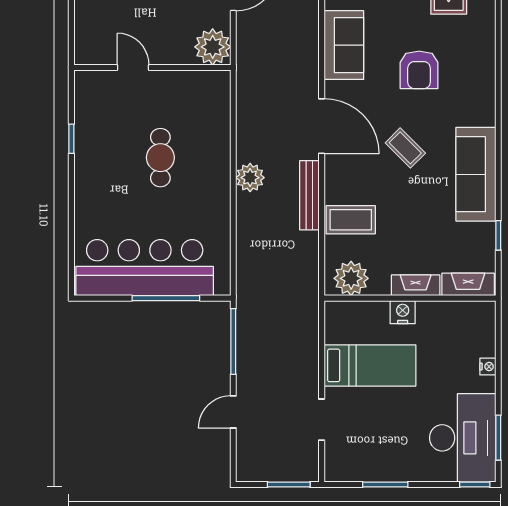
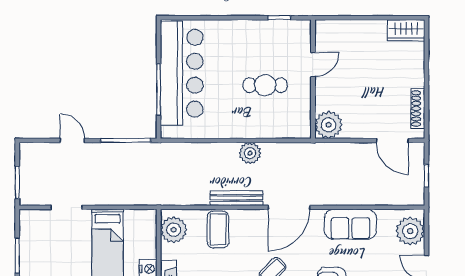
plant: (213, 47) -> (329, 125), moved
door: (133, 67) -> (313, 64), moved
wall: (152, 67) -> (313, 79), moved

